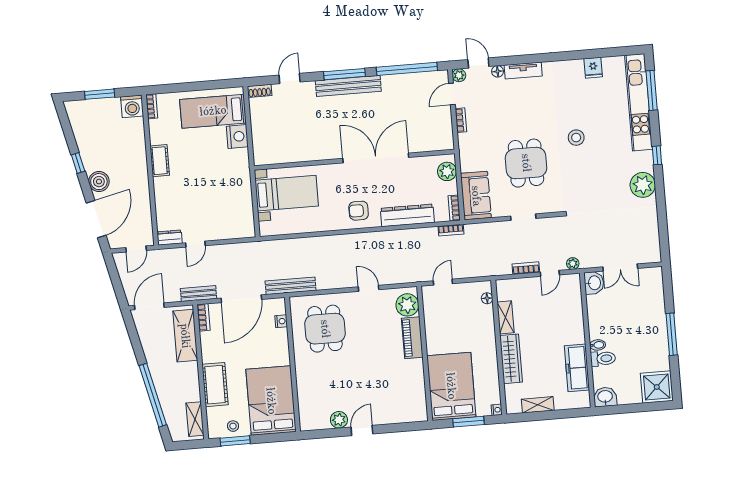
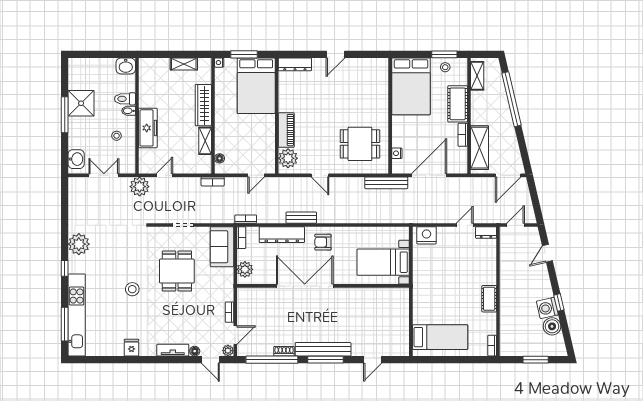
fridge: (593, 68) -> (131, 348), moved
shoe rack: (260, 91) -> (284, 351), moved
washing machine: (132, 106) -> (547, 308), moved, turned -103
nightstand: (237, 136) -> (427, 235), moved, turned 90
double door: (376, 158) -> (305, 286), swing flipped
boiler: (99, 182) -> (552, 326), moved
armchair: (359, 211) -> (323, 242), turned 180
door: (96, 219) -> (547, 253), width x0.53
plant: (573, 264) -> (140, 187), width x1.87, depth x1.87
bookcase: (526, 268) -> (213, 181), moved
washbasin: (594, 283) -> (76, 159), moved, turned 180
bench: (198, 294) -> (301, 218), moved
stool: (609, 315) -> (117, 136), added
bookcase: (204, 317) -> (463, 135), moved
dining table: (325, 329) -> (360, 144), turned 90
freezer: (577, 368) -> (148, 128), moved
shower: (657, 387) -> (81, 103), moved
dresser: (408, 415) -> (295, 64), added
plant: (339, 420) -> (354, 65), removed

